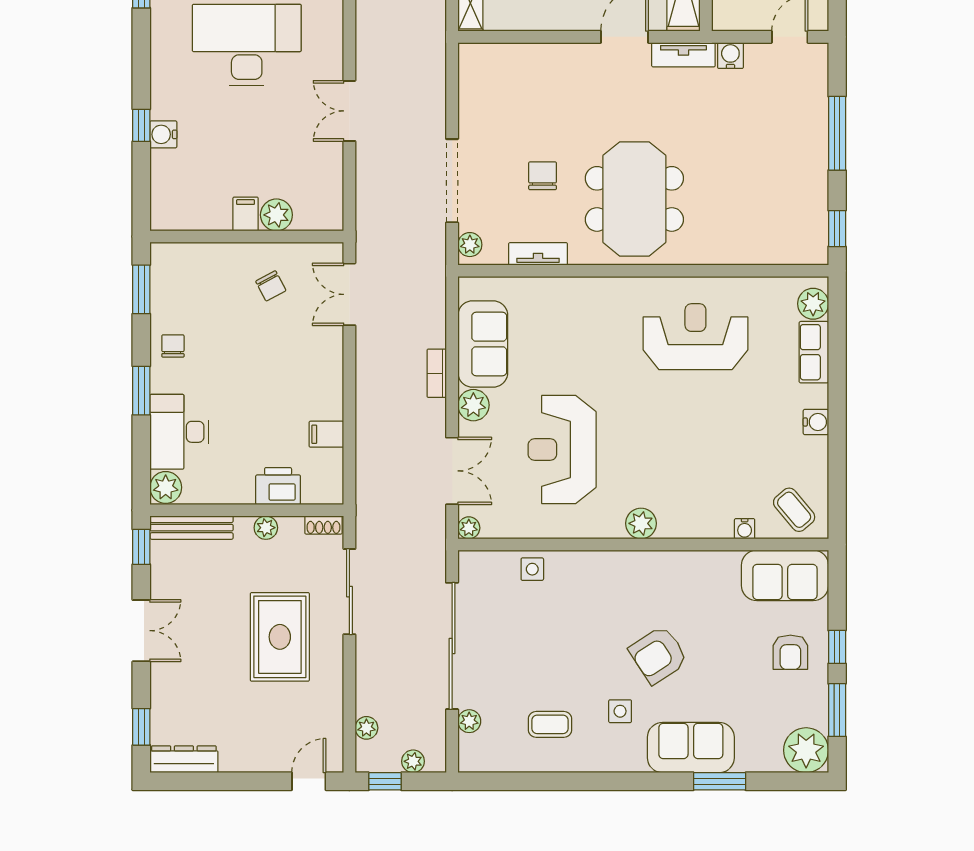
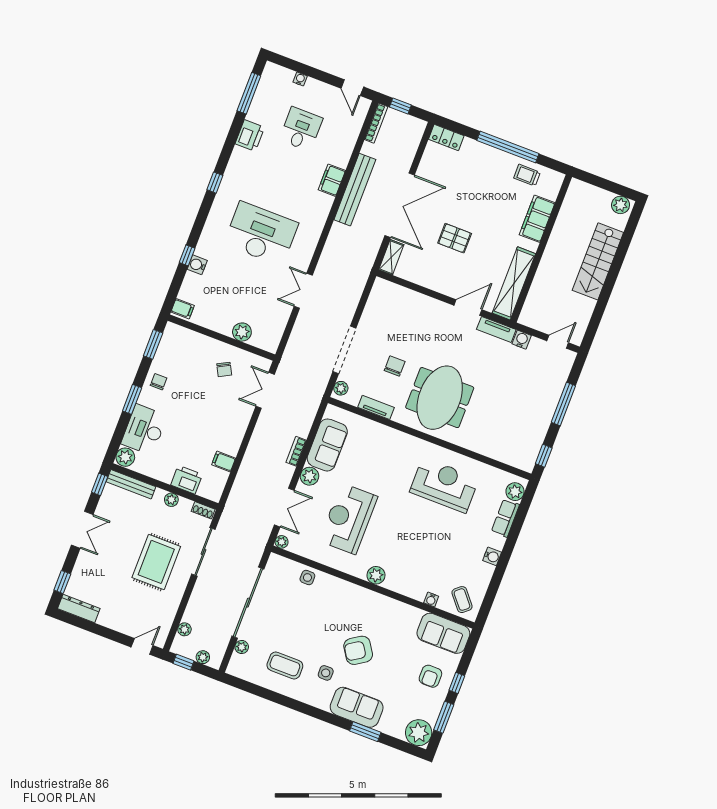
filing cabinet: (246, 214) -> (183, 309), moved, turned 90
coffee table: (550, 724) -> (285, 666), width x1.36, depth x1.30

